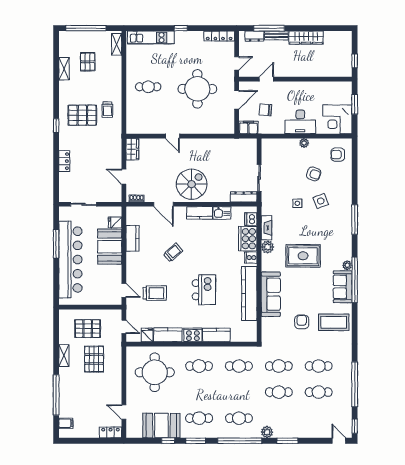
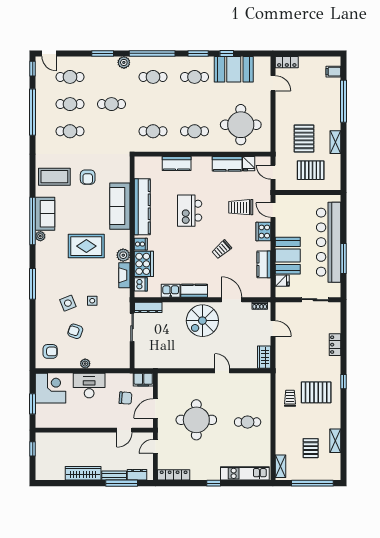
cooker: (193, 335) -> (263, 232), moved, turned 90
cafe table: (279, 366) -> (70, 77), moved

